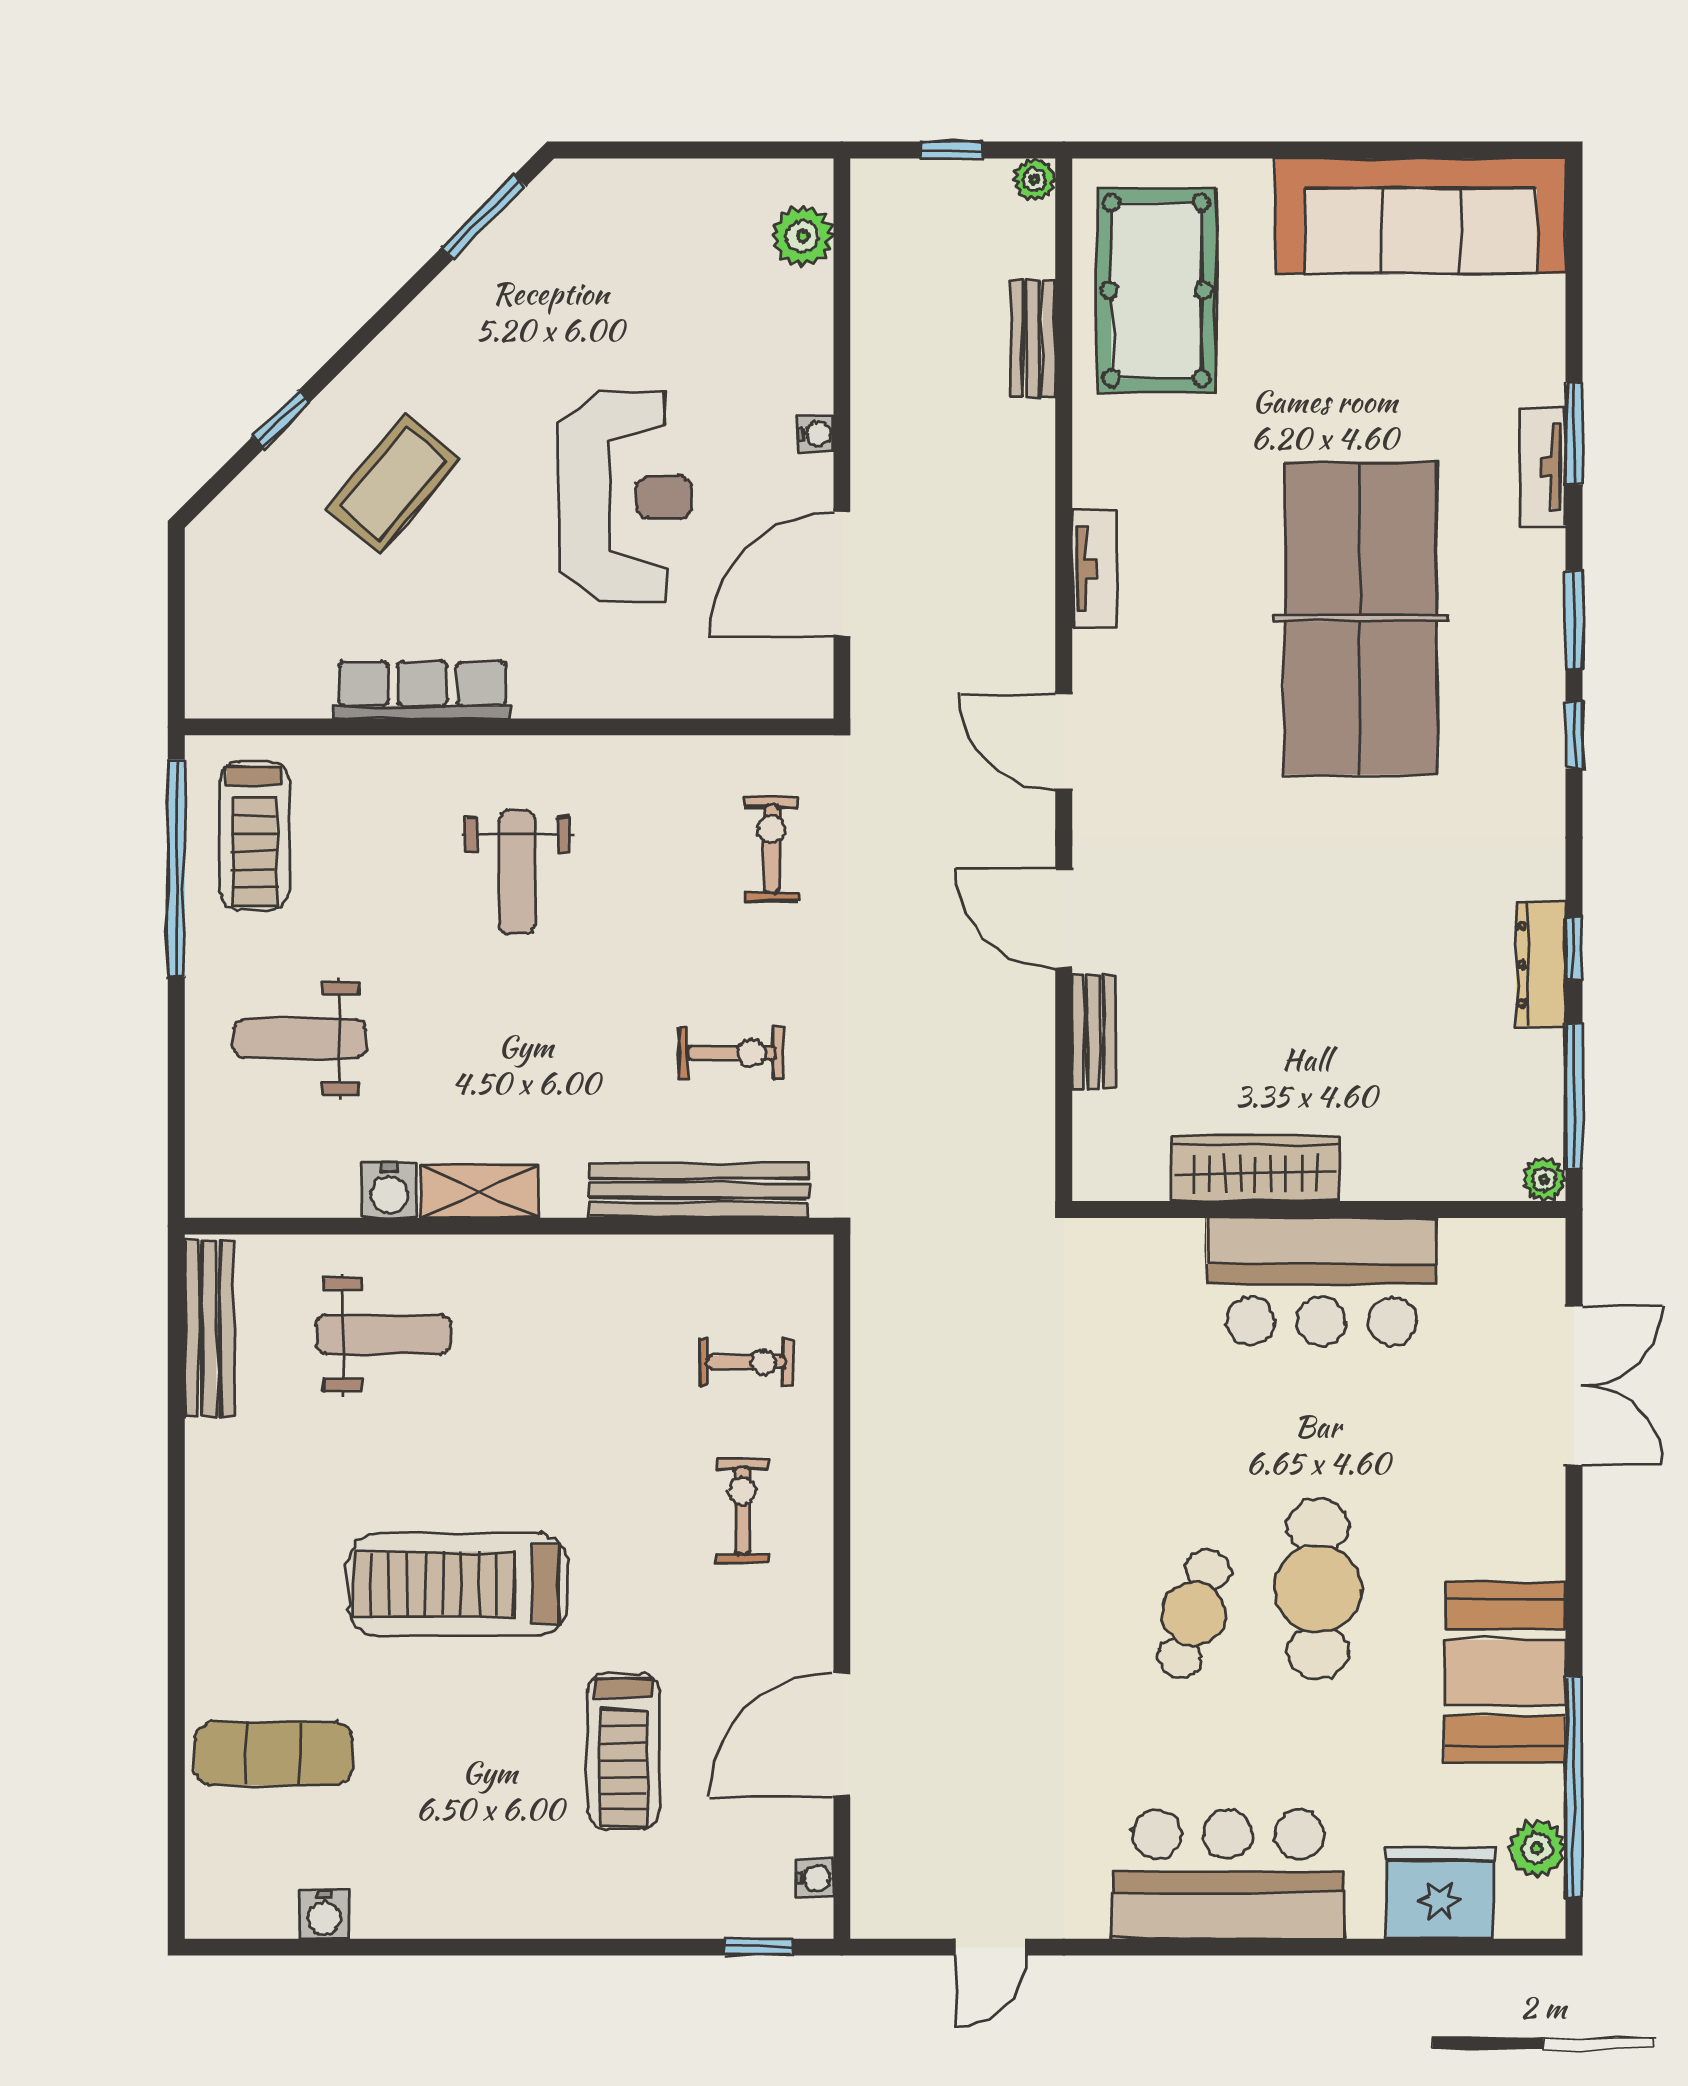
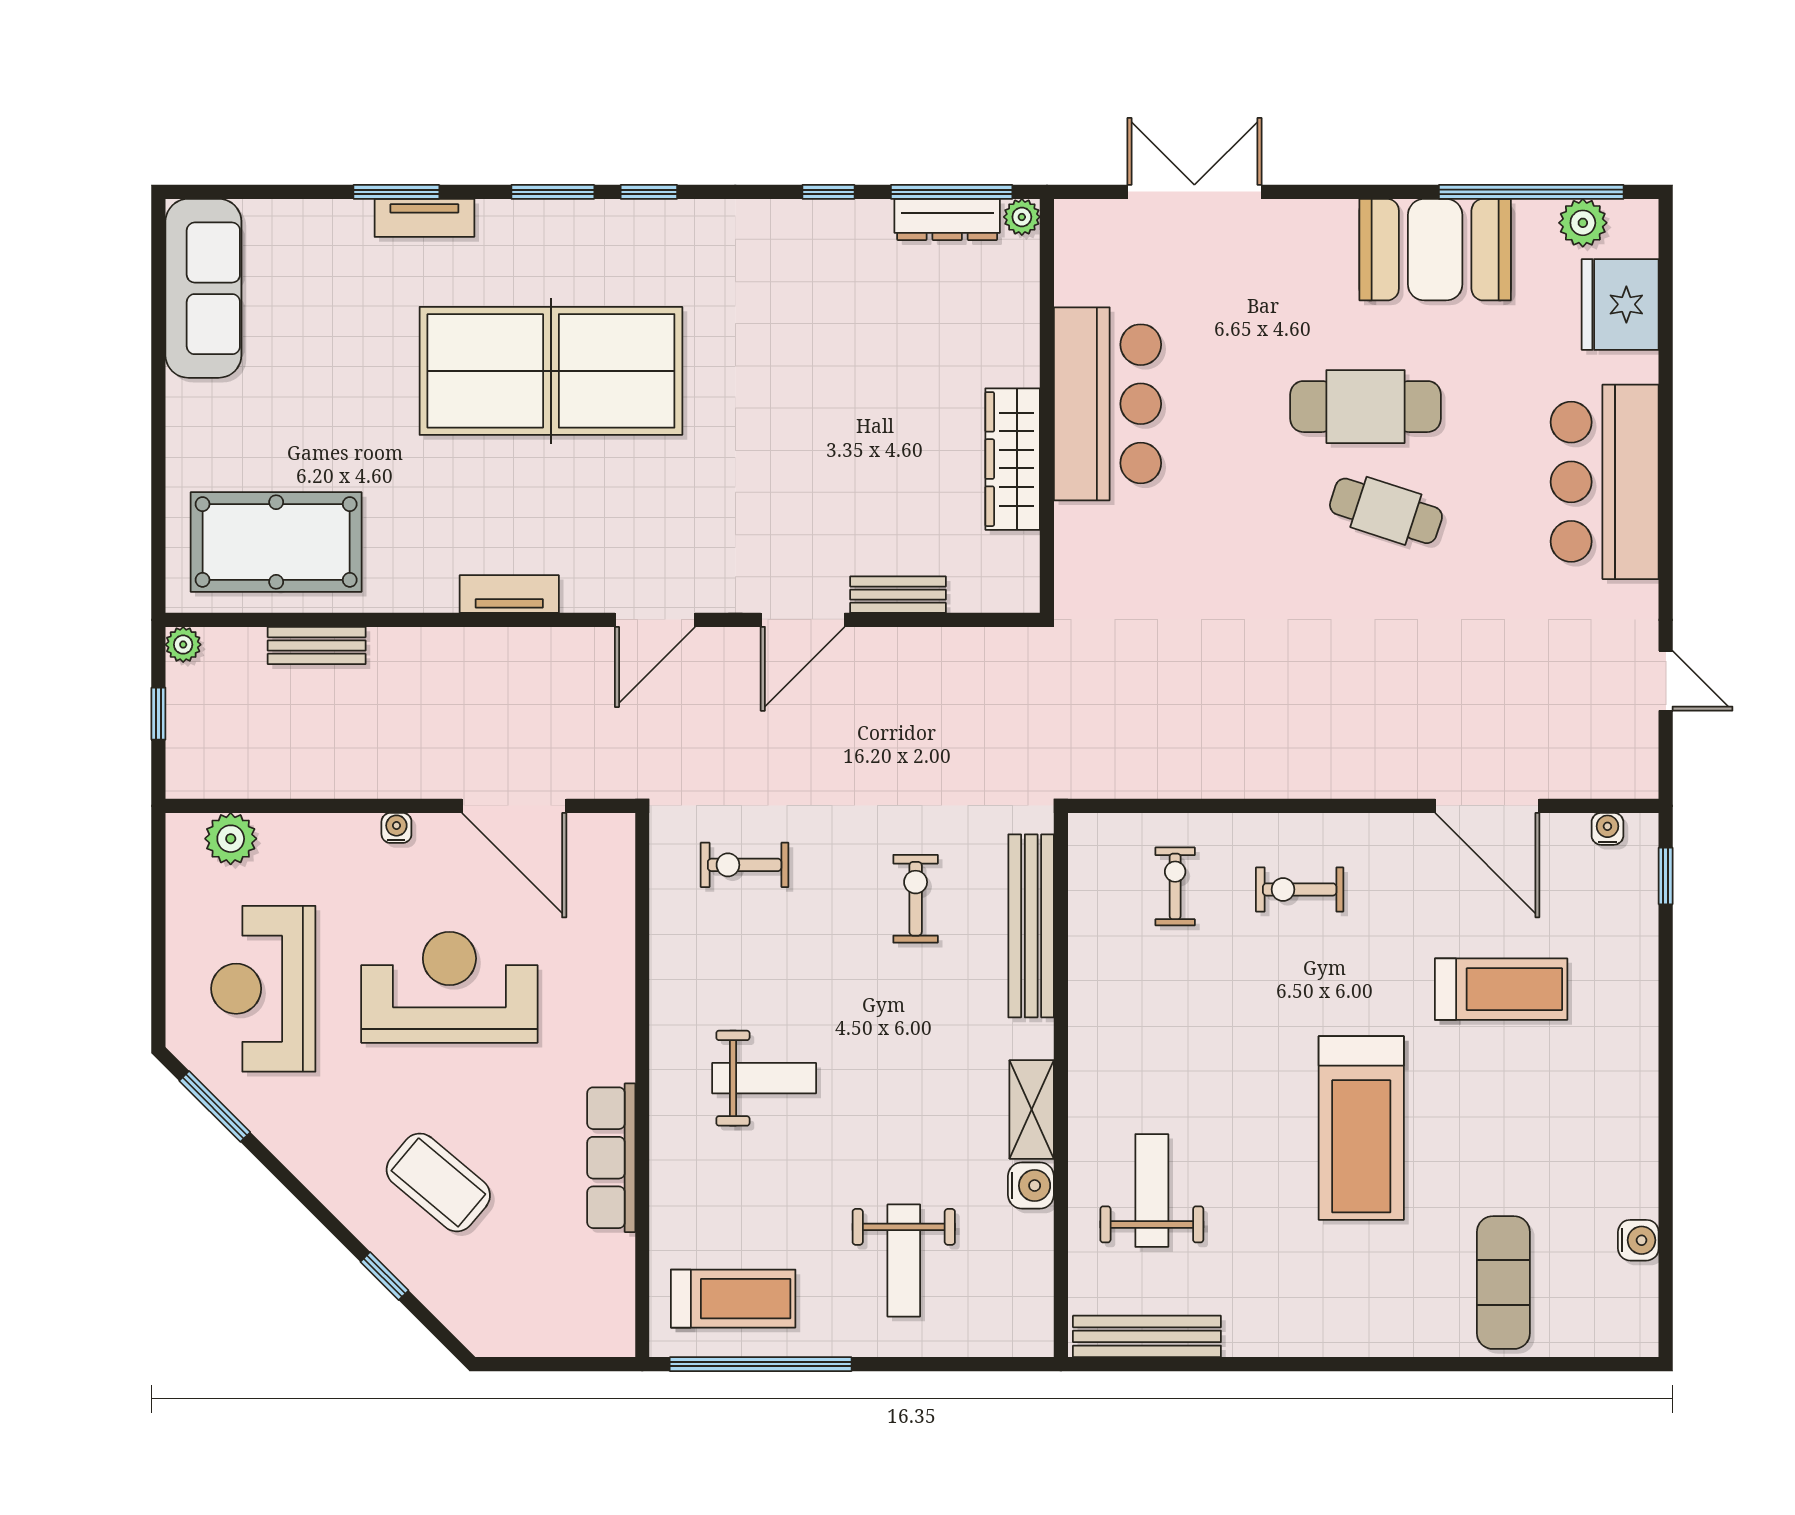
sofa: (1421, 216) -> (203, 288), width x0.74, depth x0.79
reception desk: (624, 275) -> (263, 989), added
dresser: (1541, 965) -> (947, 220), moved

